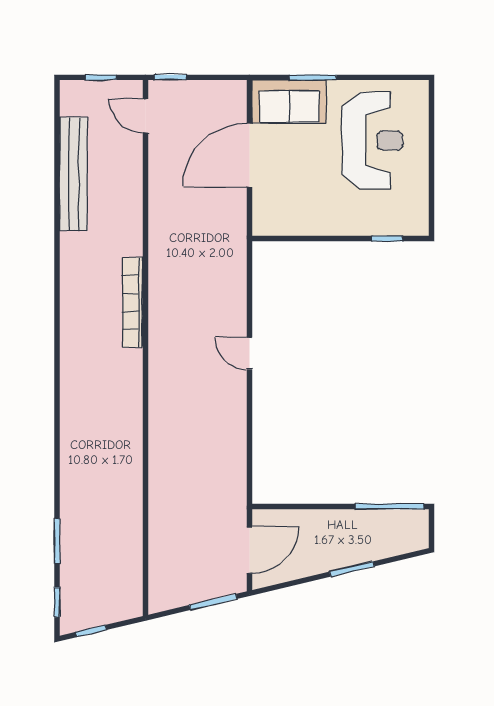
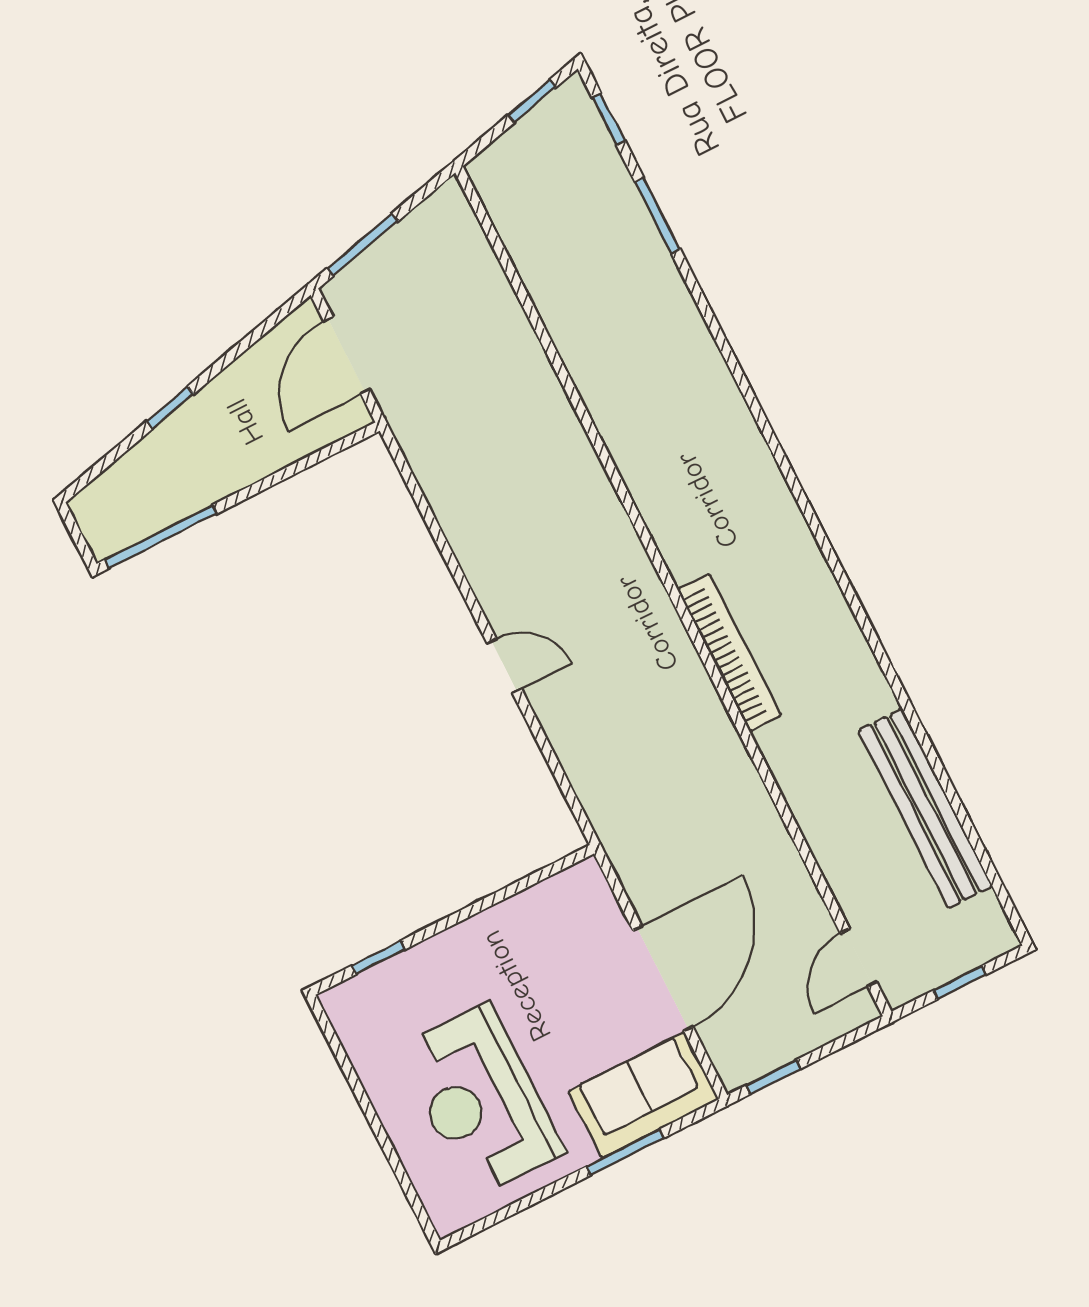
window: (170, 77) -> (773, 1077), moved
door: (145, 116) -> (859, 957), swing flipped
window: (352, 569) -> (170, 408), width x0.67

